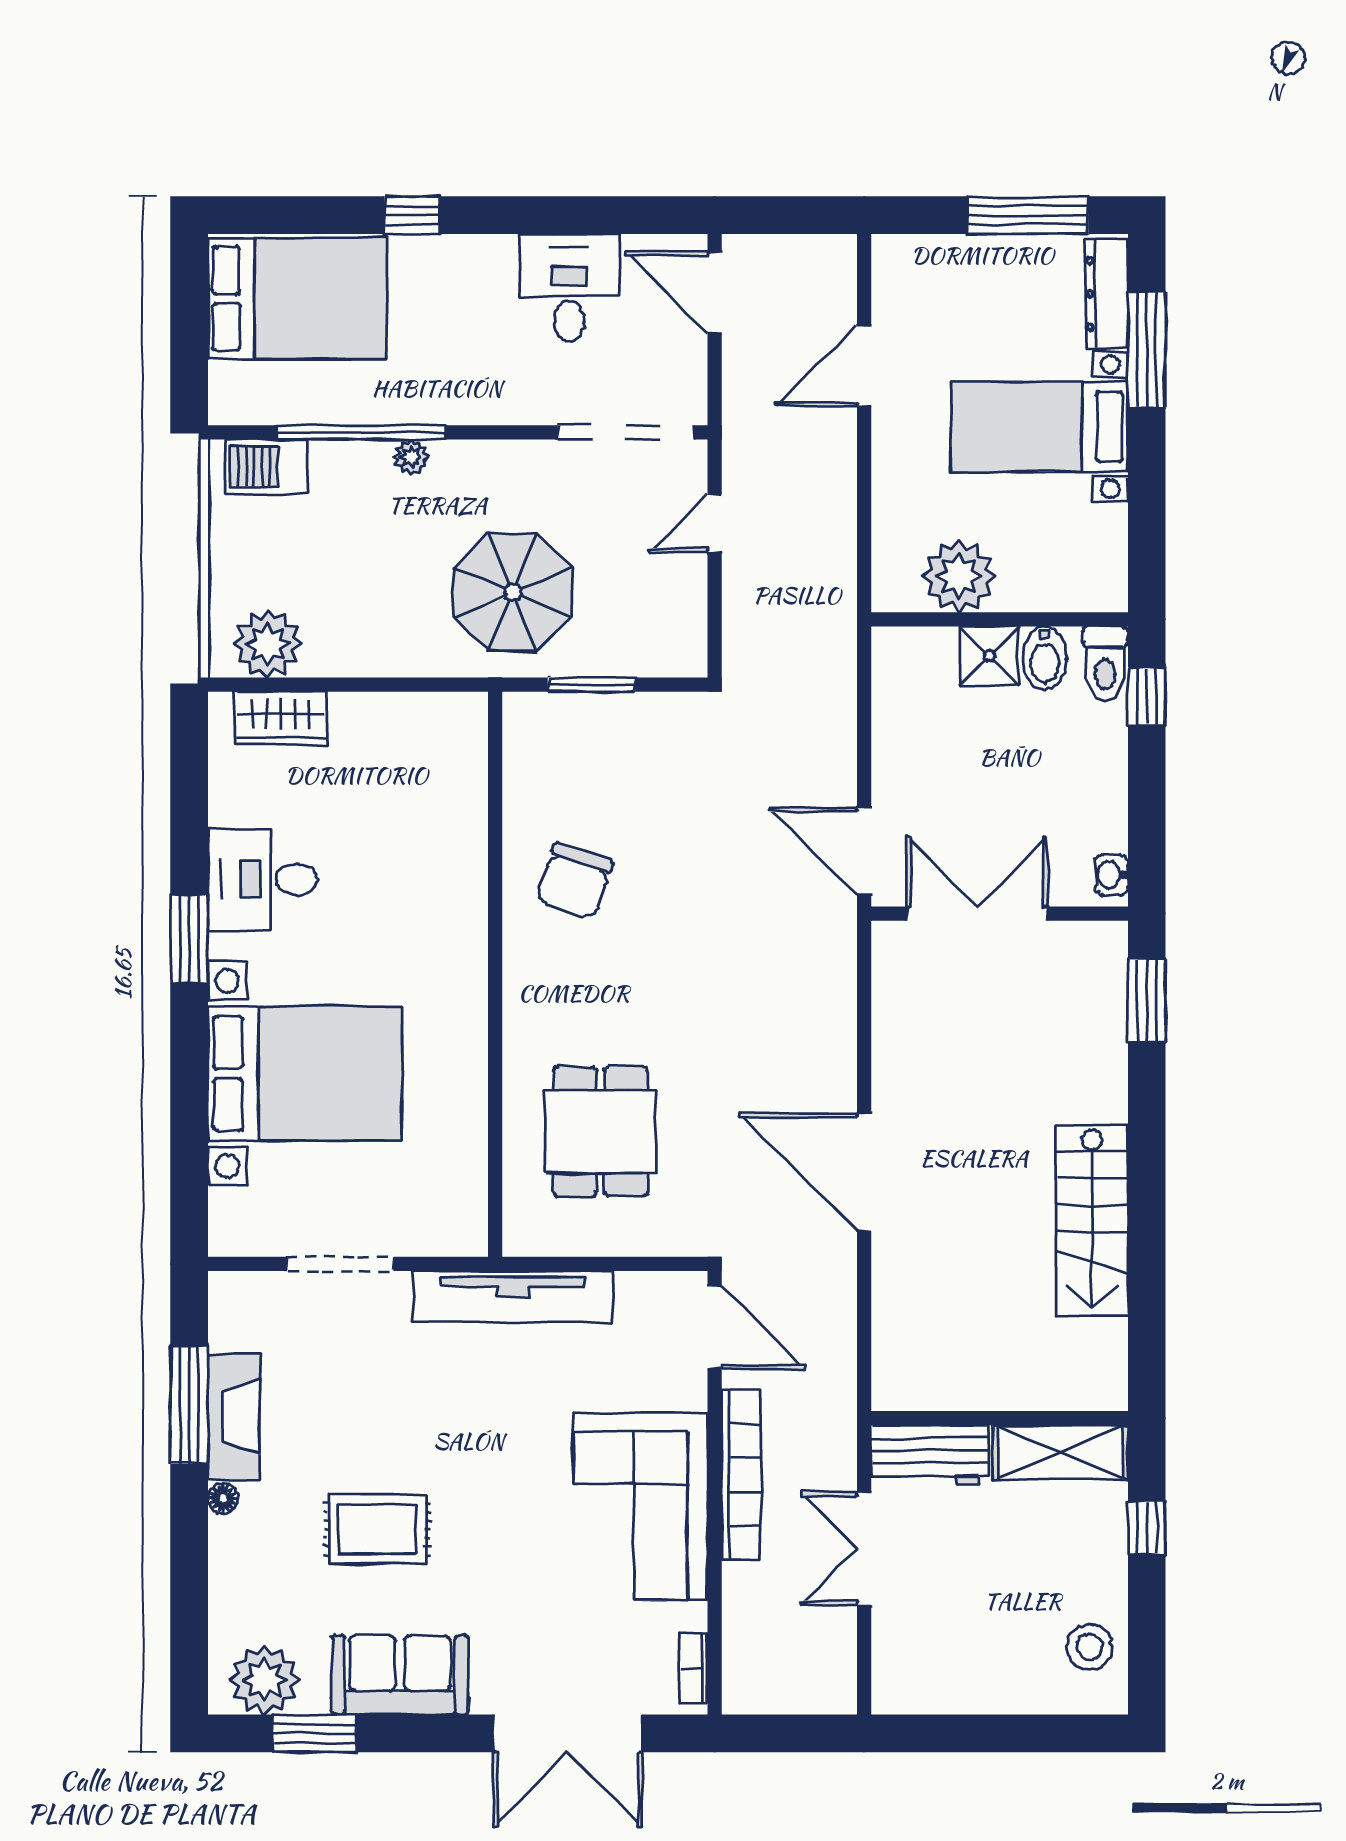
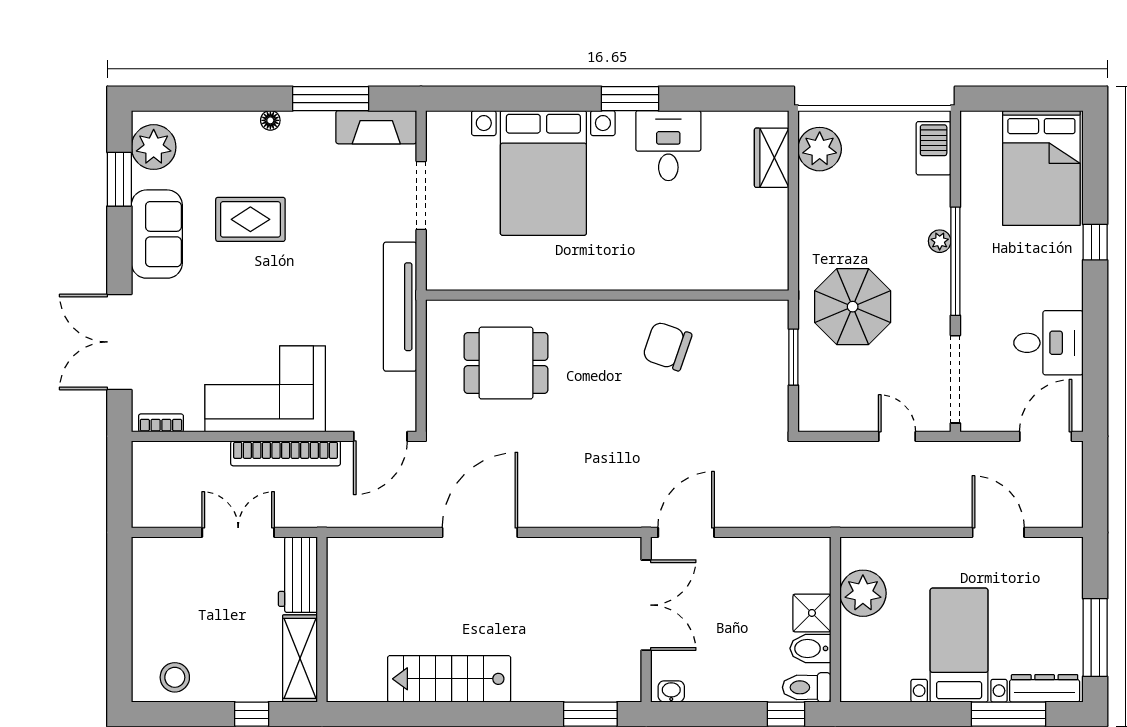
window: (361, 432) -> (955, 261), moved
fireplace: (234, 1417) -> (376, 127), moved
rug: (377, 1529) -> (250, 219), turned 90

